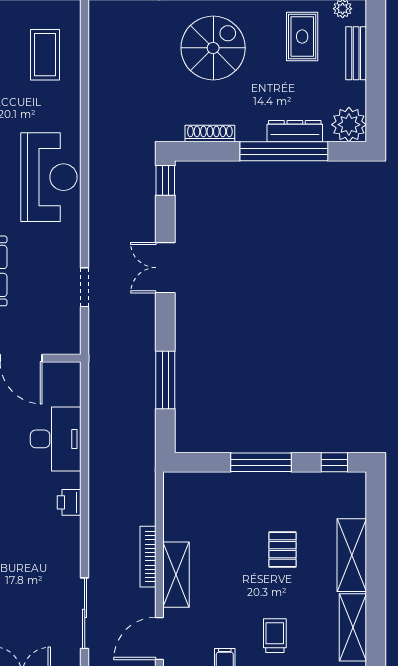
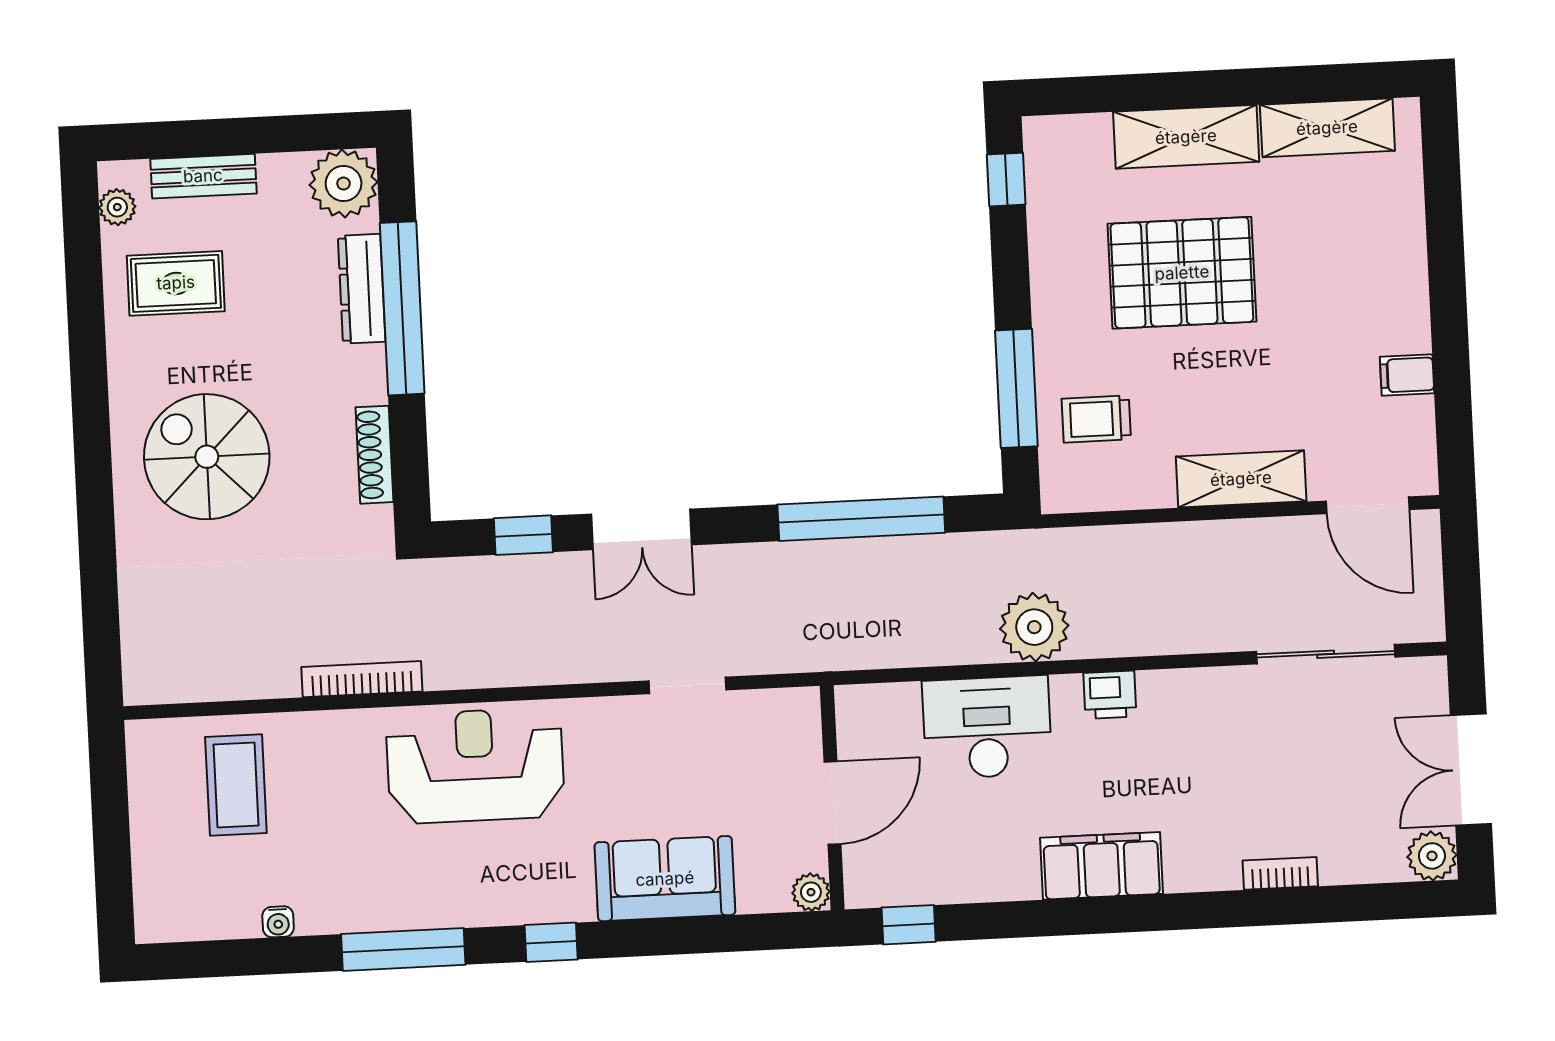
coffee table: (45, 55) -> (236, 785), turned 90
window: (165, 180) -> (523, 535), moved
window: (165, 380) -> (861, 519), width x1.46
window: (261, 462) -> (1016, 388), moved
plant: (106, 465) -> (1034, 627), added
pallet: (283, 550) -> (1182, 273), width x2.05, depth x2.00
bookcase: (148, 557) -> (362, 679), moved, turned 180
trolley: (275, 636) -> (1096, 419), moved

